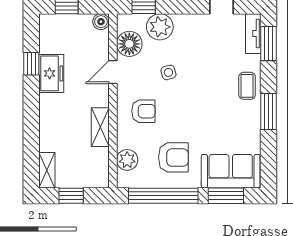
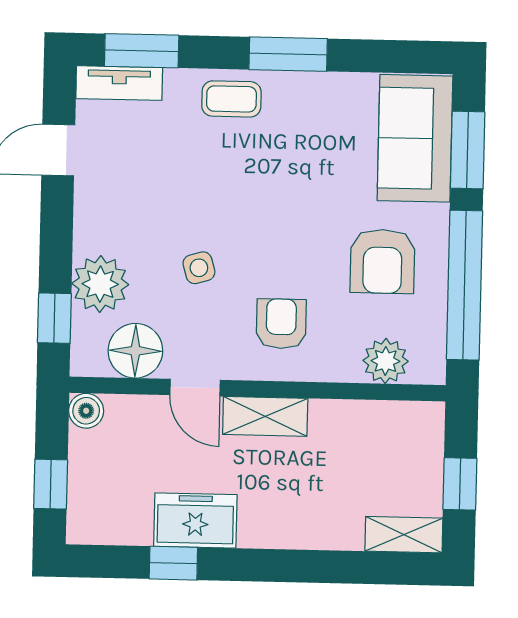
shelving: (100, 127) -> (265, 416), moved
armchair: (173, 157) -> (383, 261), turned 180

